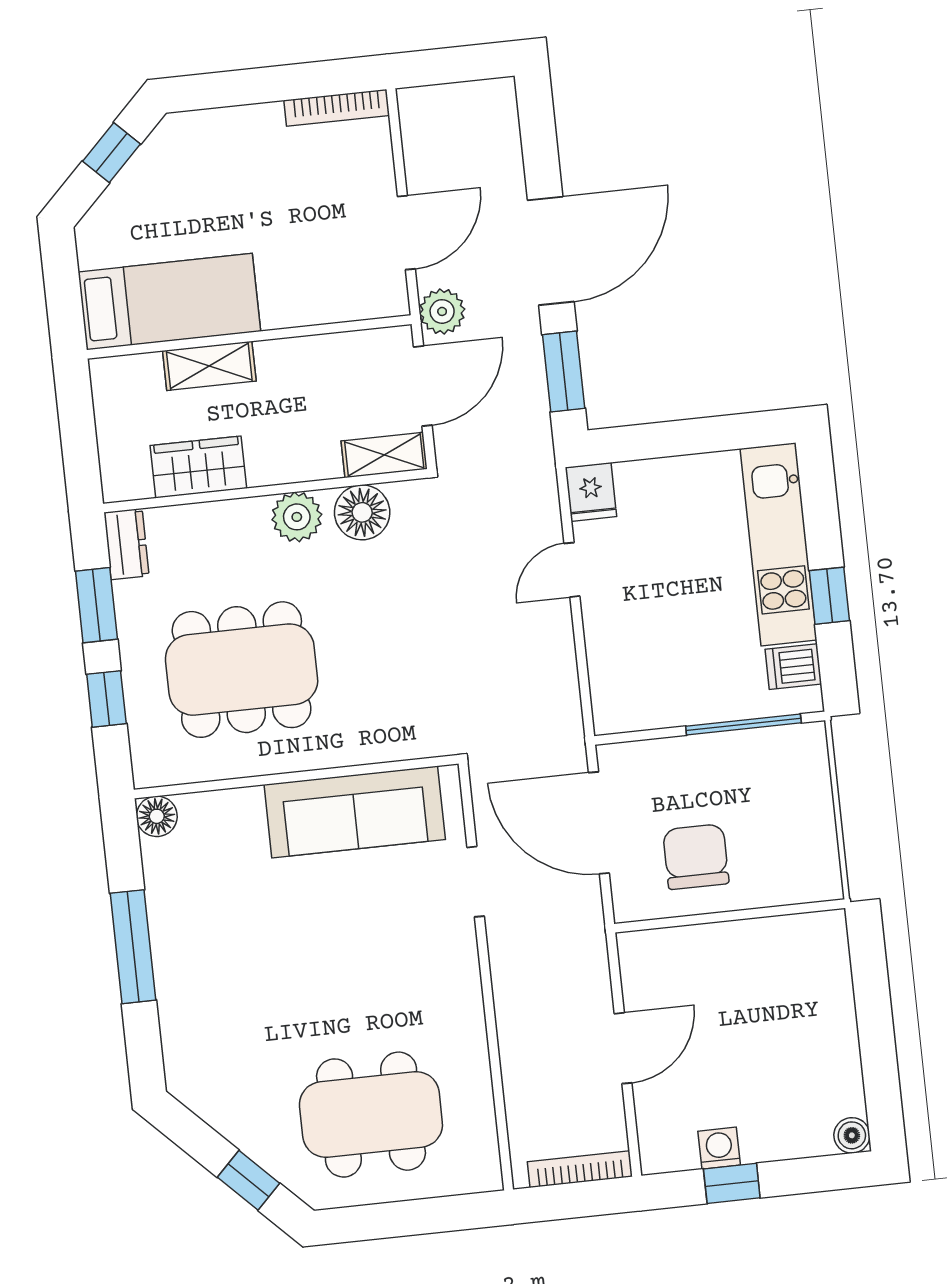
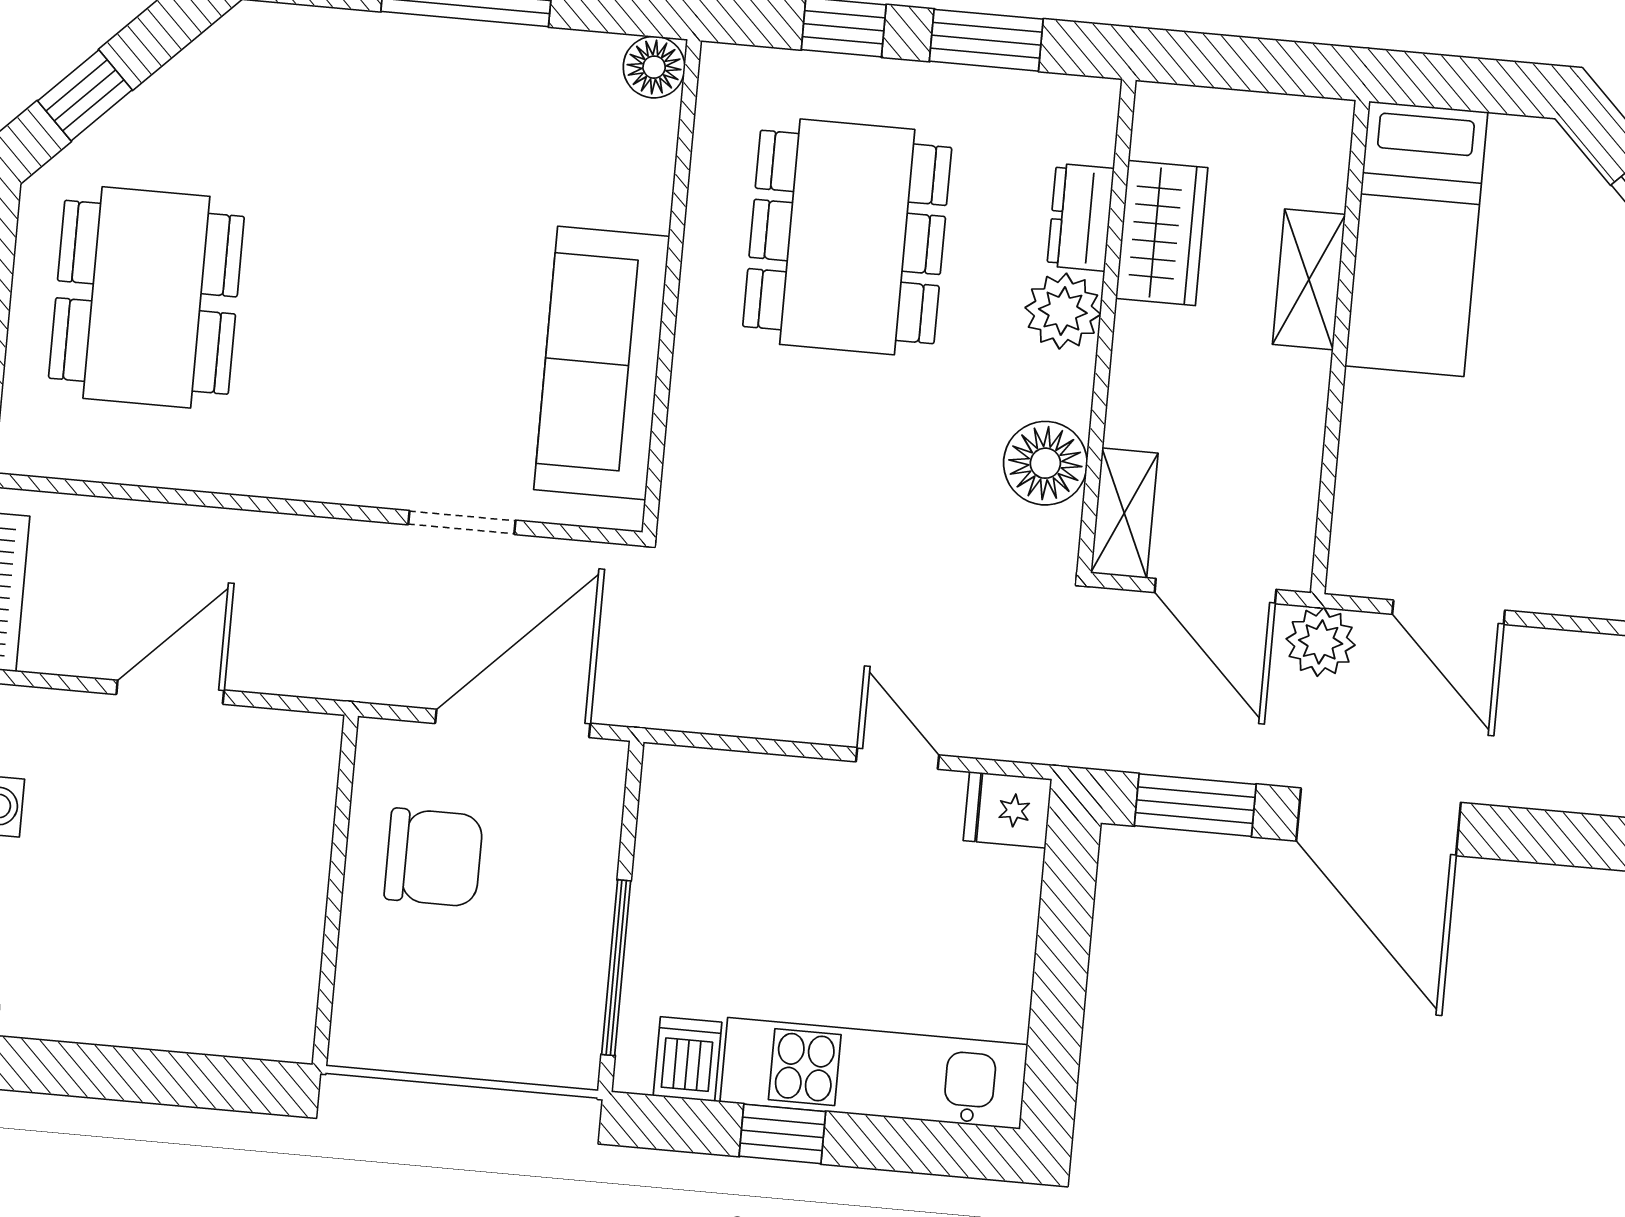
plant: (297, 517) -> (1063, 311), moved
dresser: (126, 544) -> (1081, 217), moved, turned 90
door: (623, 1048) -> (170, 692), swing flipped

